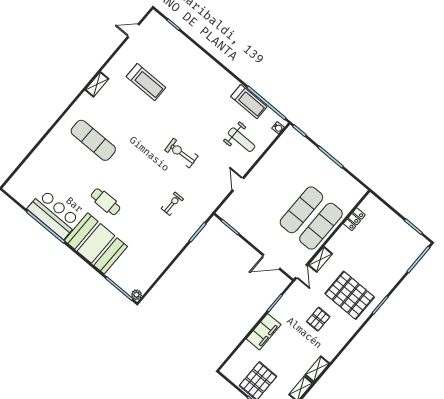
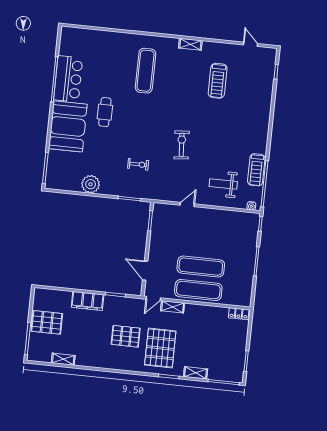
weight bench: (242, 140) -> (223, 184), turned 90
locker: (354, 219) -> (239, 314), moved
plant: (136, 295) -> (91, 184), moved, width x1.88, depth x1.88
pallet: (318, 319) -> (126, 336), width x1.50, depth x1.42
shelving: (317, 369) -> (196, 373), moved

